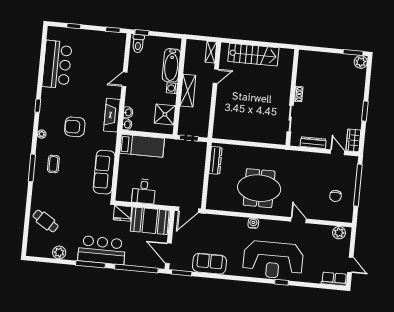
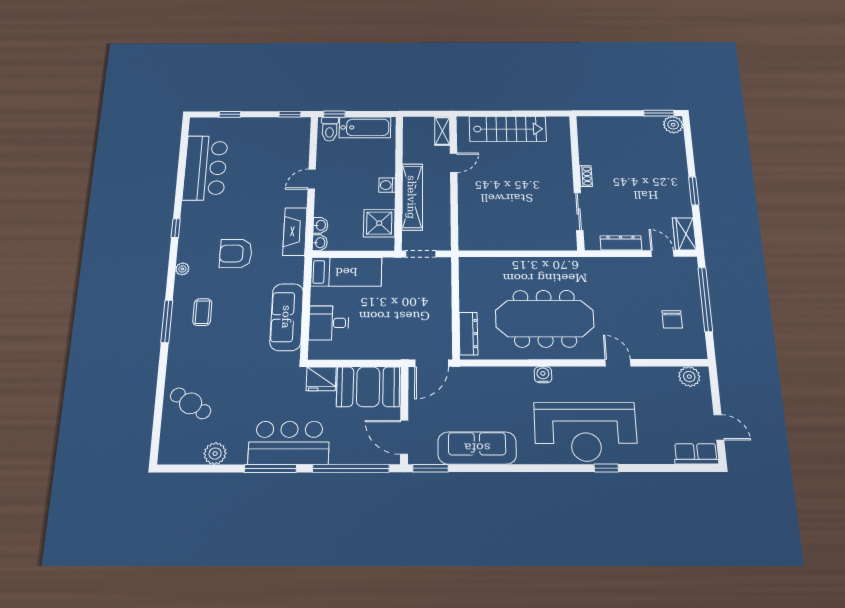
bathtub: (171, 65) -> (365, 127), moved, turned -90
shelving: (188, 91) -> (412, 197), width x1.47
dresser: (215, 160) -> (468, 334), moved
meeting table: (259, 188) -> (545, 319), width x1.36
desk: (144, 191) -> (329, 323), moved, turned 90
sofa: (209, 264) -> (477, 448), width x1.36

